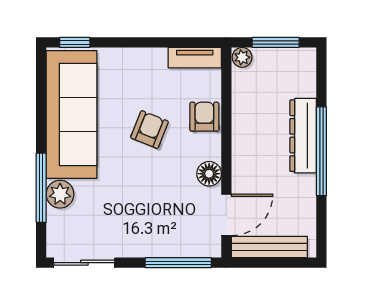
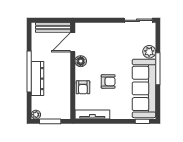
plant: (242, 57) -> (36, 115), moved
tv unit: (195, 58) -> (92, 114), width x1.41
armchair: (149, 130) -> (108, 81), turned -112
window: (41, 188) -> (158, 69), moved
window: (178, 263) -> (95, 20), removed

